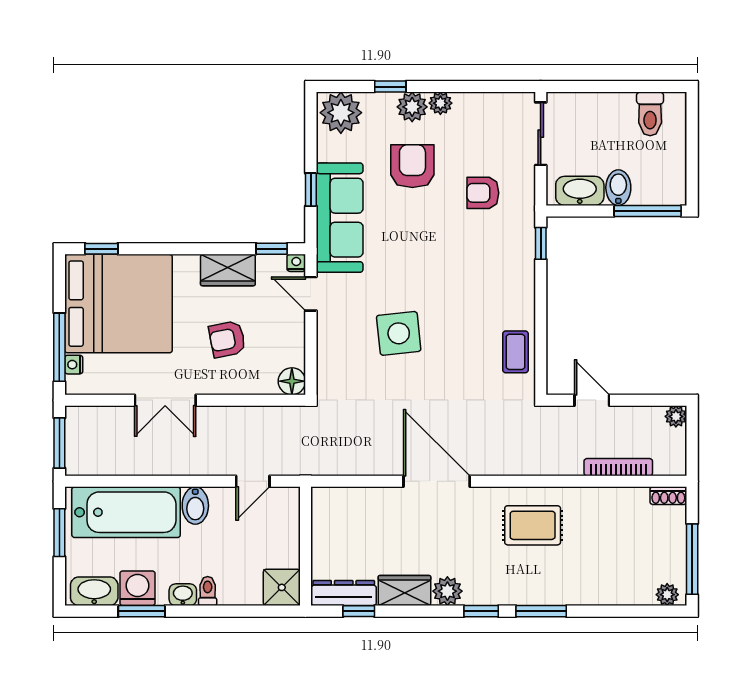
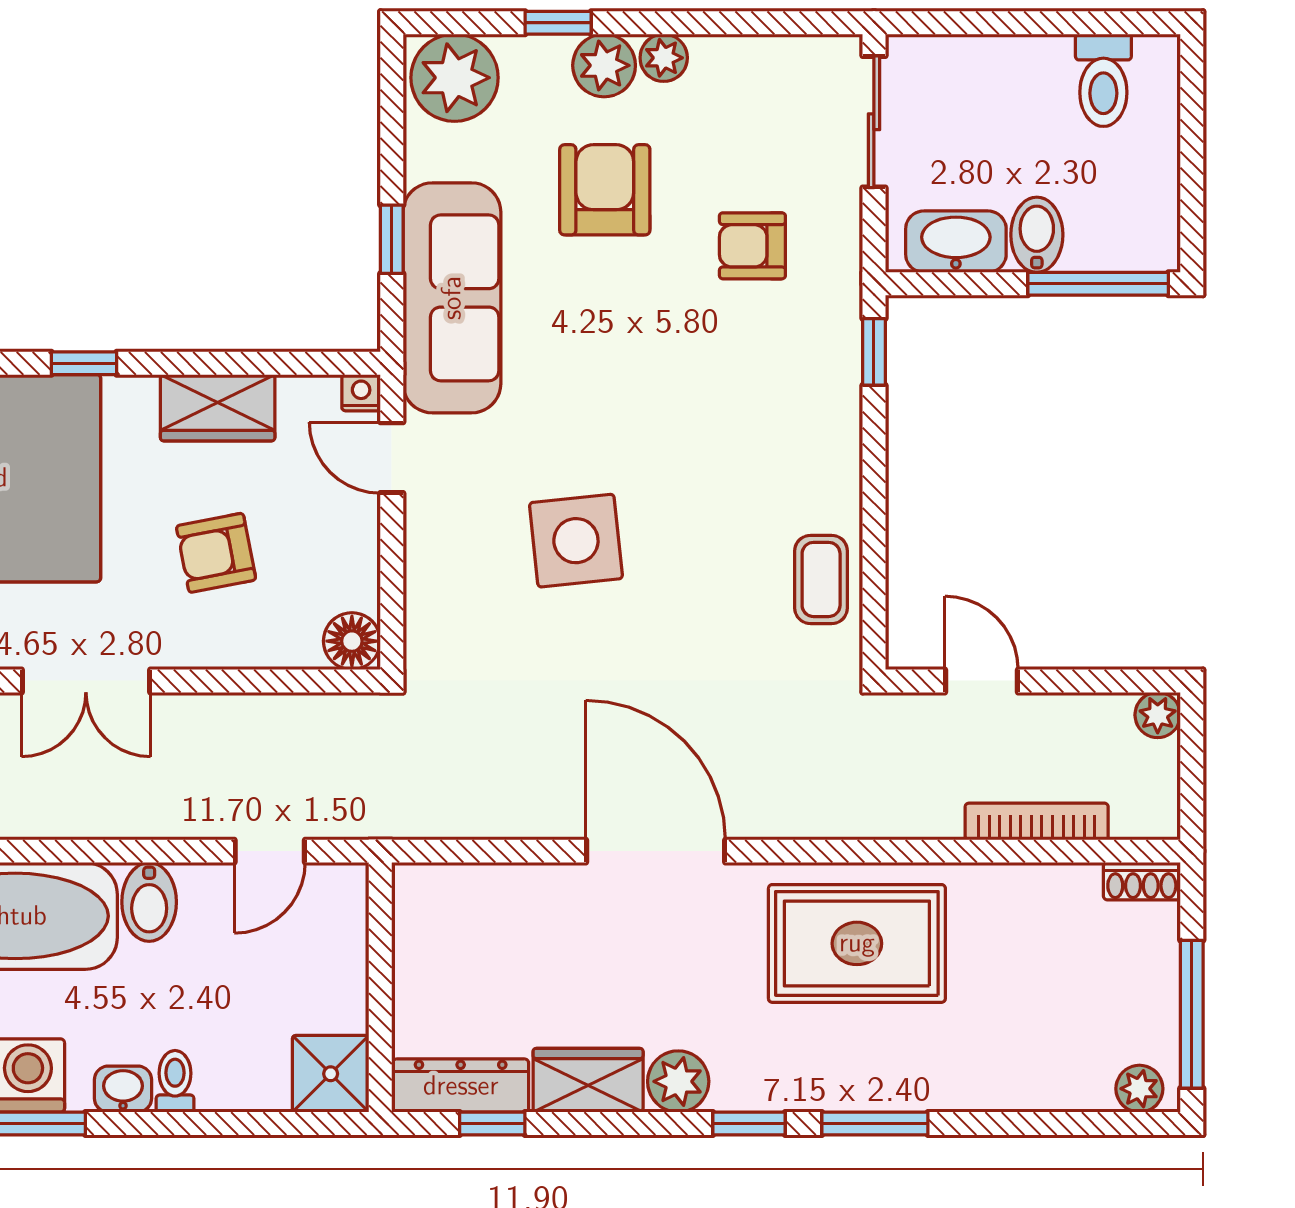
window: (272, 249) -> (84, 363), moved
rug: (533, 525) -> (857, 943), width x1.36, depth x1.43

